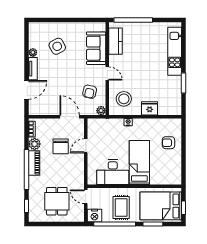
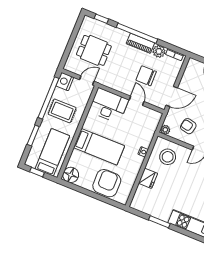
armchair: (168, 143) -> (107, 183), width x1.88, depth x1.88
desk: (113, 172) -> (109, 105), moved, turned 90
floor lamp: (174, 177) -> (71, 175), added
bed: (161, 206) -> (52, 152), width x0.67

